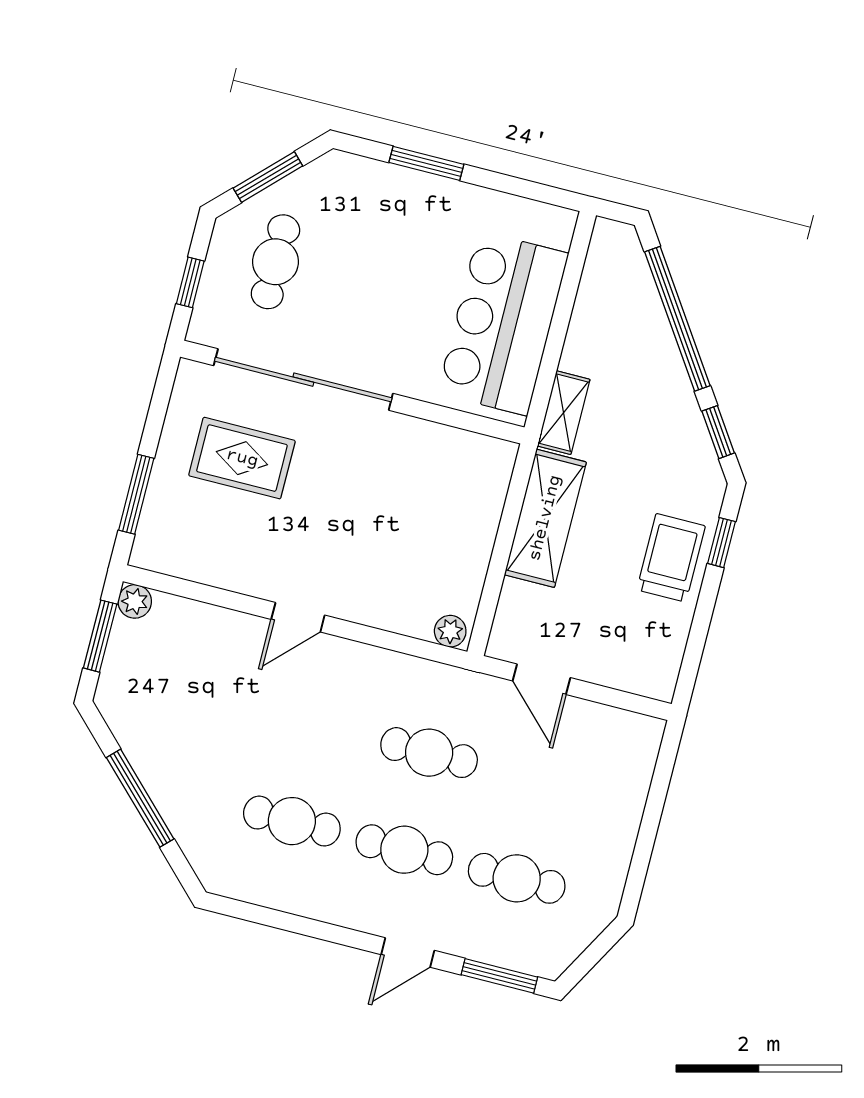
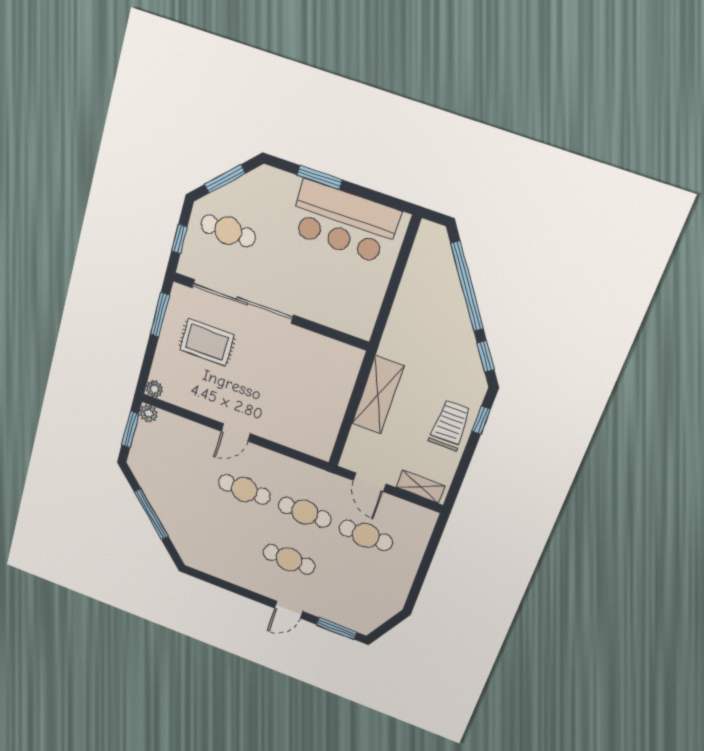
cafe table: (275, 262) -> (228, 231), turned 90
bar counter: (503, 323) -> (344, 222), moved, turned -90
shelving: (564, 413) -> (420, 487), moved, turned 90
window: (136, 494) -> (160, 315), moved
plant: (450, 631) -> (154, 389), moved
cafe table: (292, 821) -> (244, 489), moved
cafe table: (517, 878) -> (366, 535), moved

